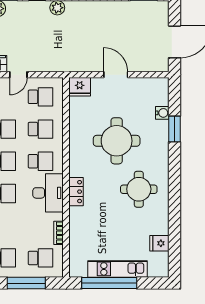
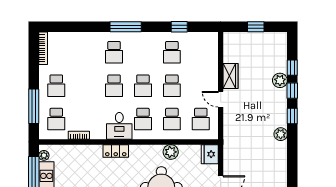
plant: (77, 130) -> (171, 152), added
desk: (48, 193) -> (119, 126), width x0.73
plant: (81, 272) -> (44, 155), added

